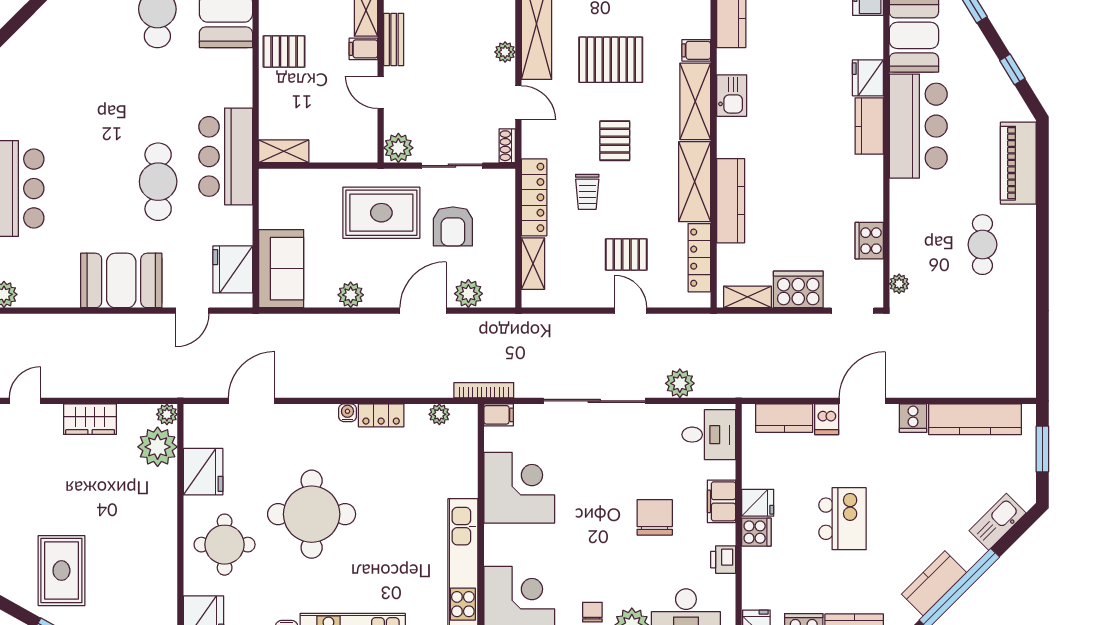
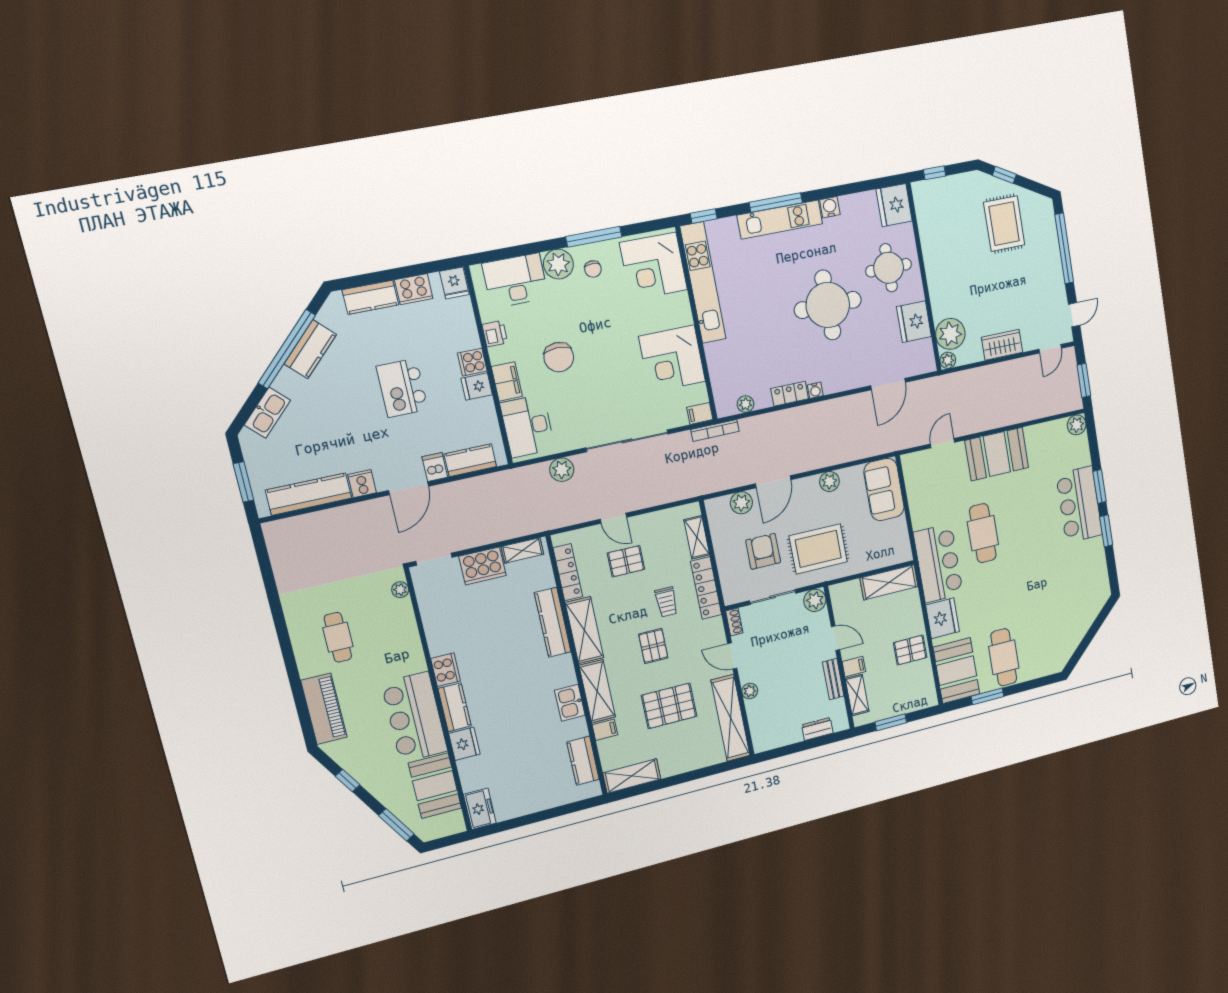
shelving: (284, 151) -> (889, 582), width x1.50, depth x1.33
trolley: (587, 192) -> (666, 602), turned 180
cooker: (869, 241) -> (446, 670), moved
fridge: (233, 269) -> (943, 618), moved
desk: (709, 435) -> (528, 426), width x1.37

